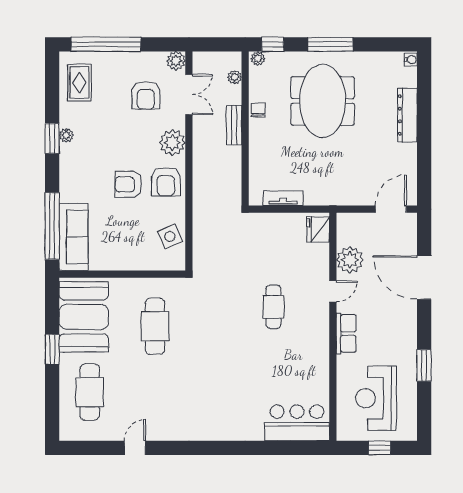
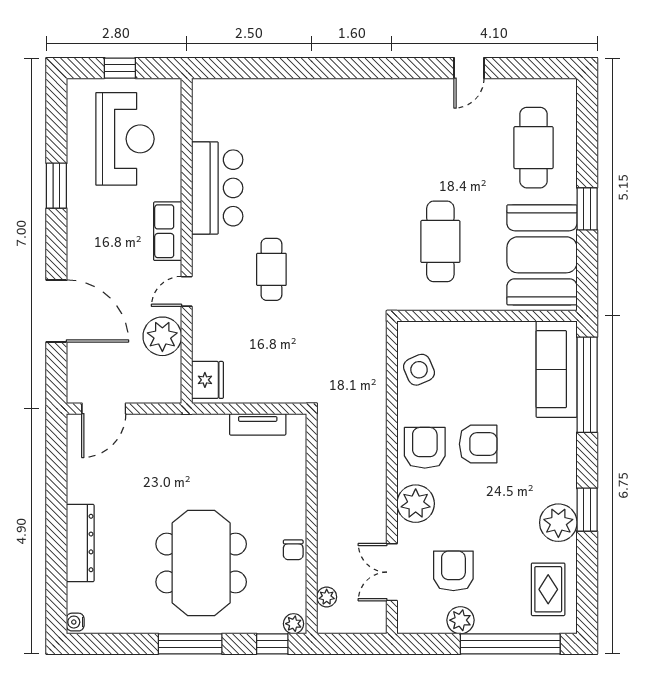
plant: (176, 61) -> (460, 620), moved
bench: (234, 125) -> (328, 529), removed
plant: (66, 135) -> (558, 523), width x1.88, depth x1.88
bar counter: (297, 423) -> (217, 188), moved, turned -90

